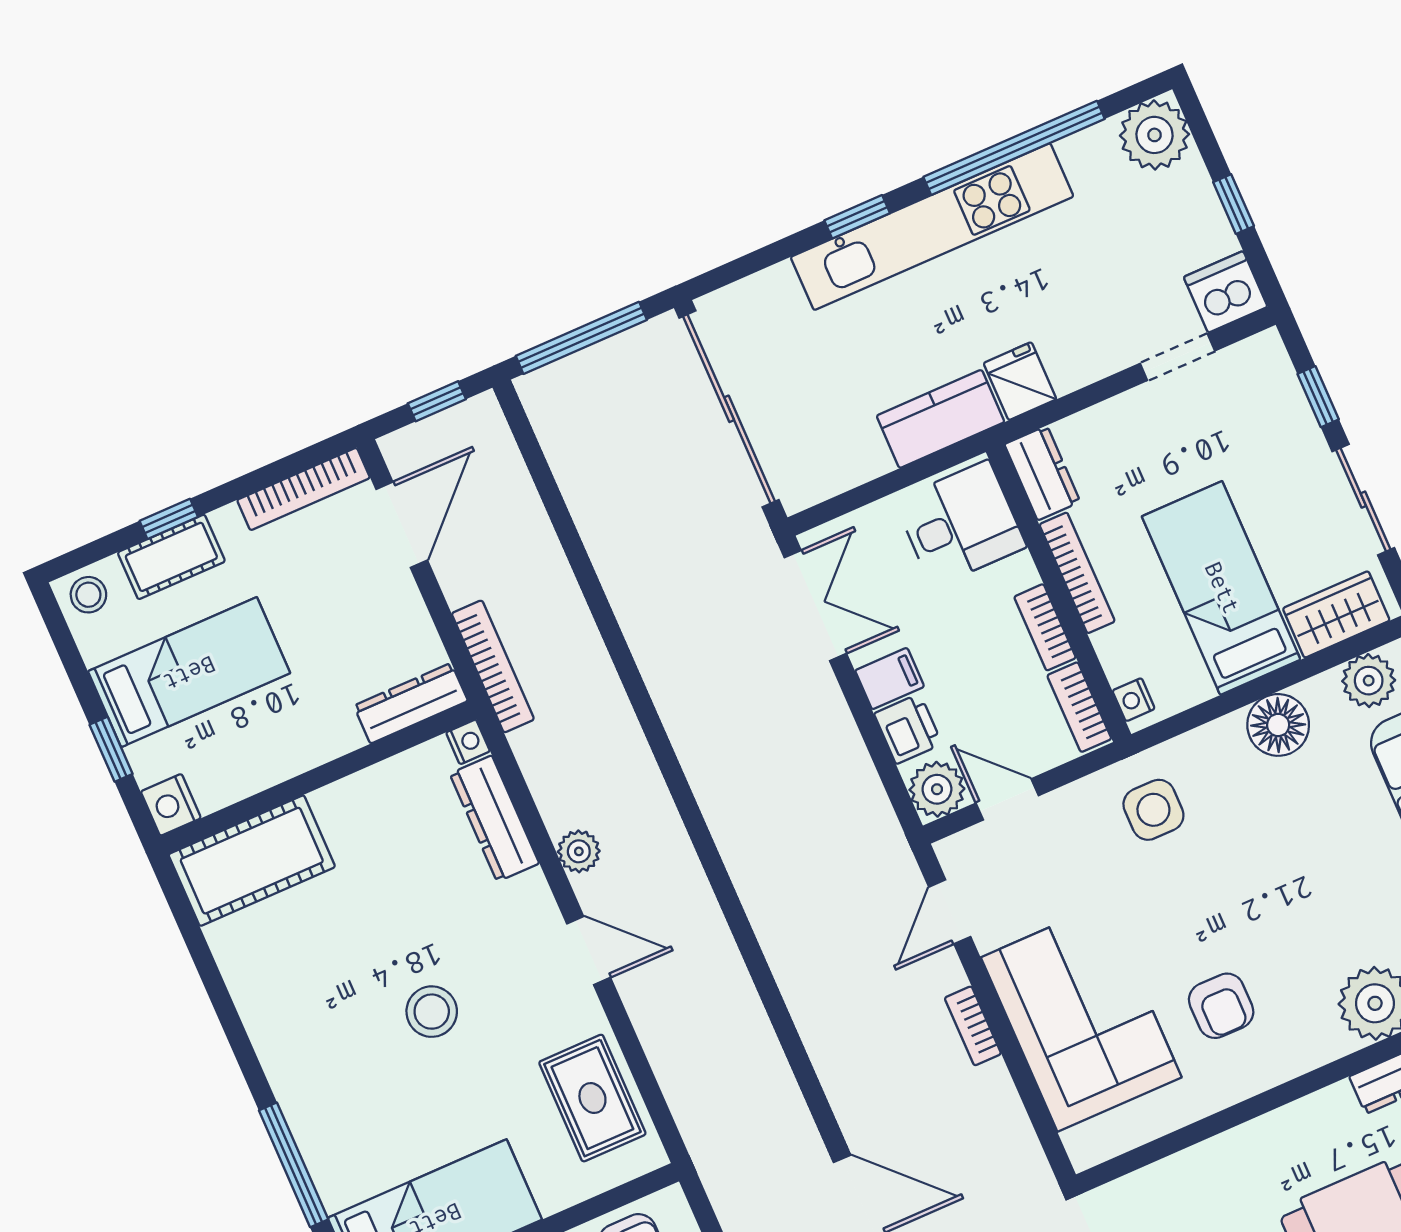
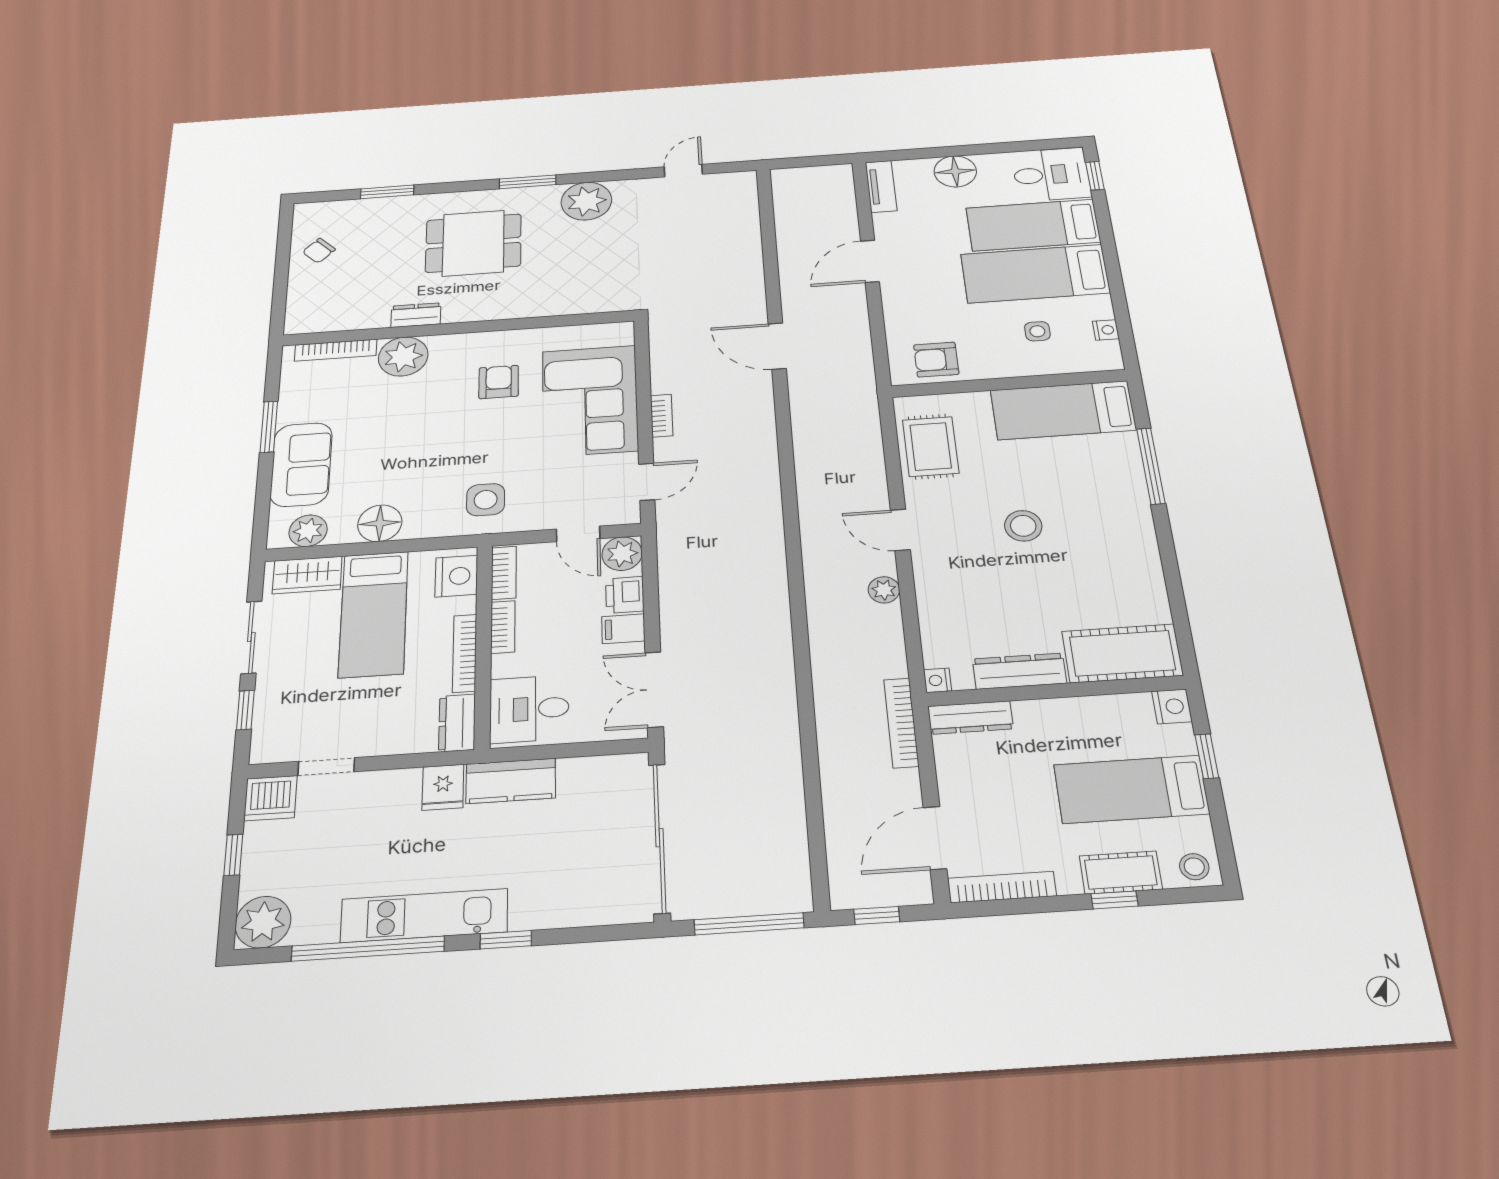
kitchen unit: (932, 227) -> (424, 916), width x0.73
nightstand: (1134, 700) -> (456, 576), width x1.89, depth x1.79
dresser: (494, 819) -> (1019, 671), moved, turned -90

